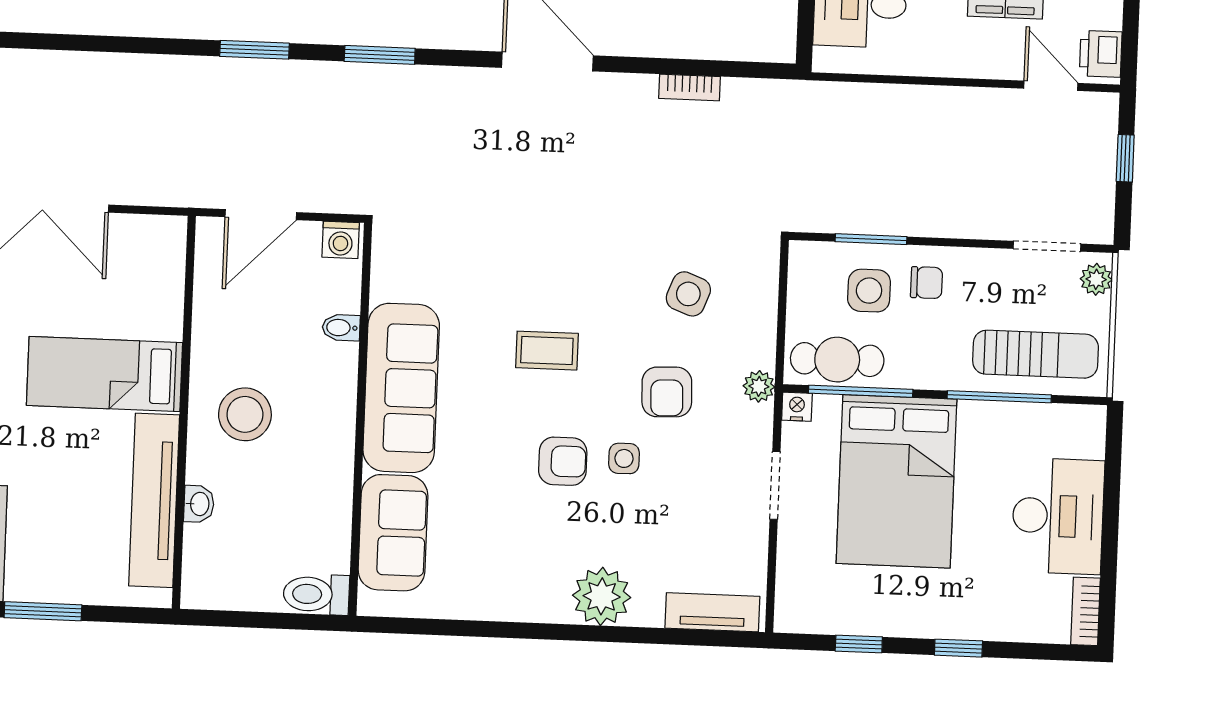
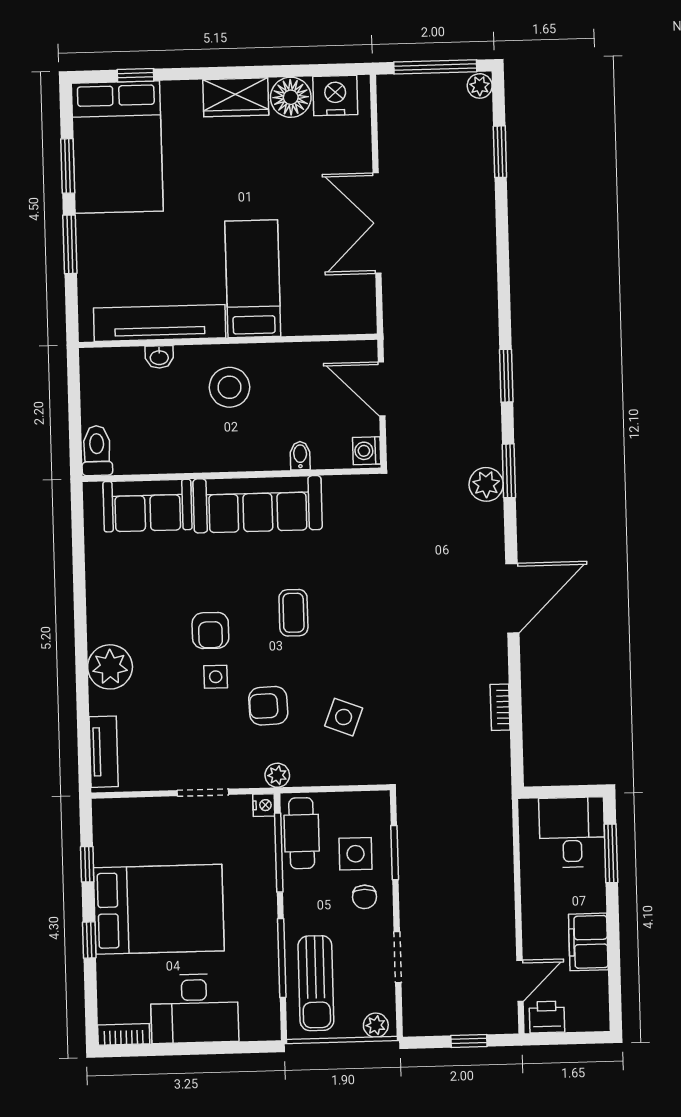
plant: (395, 86) -> (486, 484), added
doorway: (1047, 246) -> (397, 957), moved
bed: (897, 481) -> (159, 909), moved, turned 180

